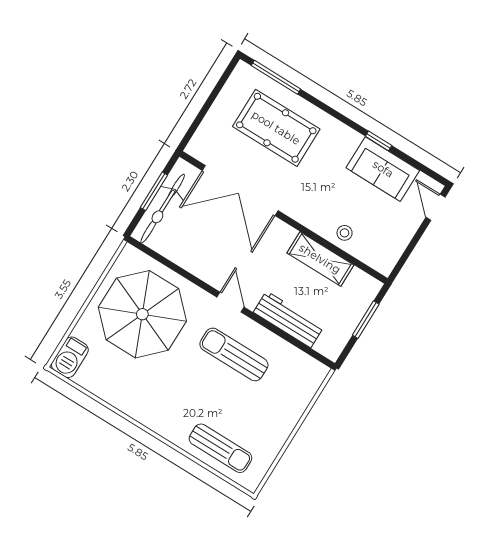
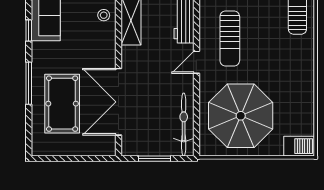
window: (276, 77) -> (29, 83), moved
double door: (240, 191) -> (119, 102), swing flipped
bicycle: (163, 209) -> (184, 124), moved, turned -90

